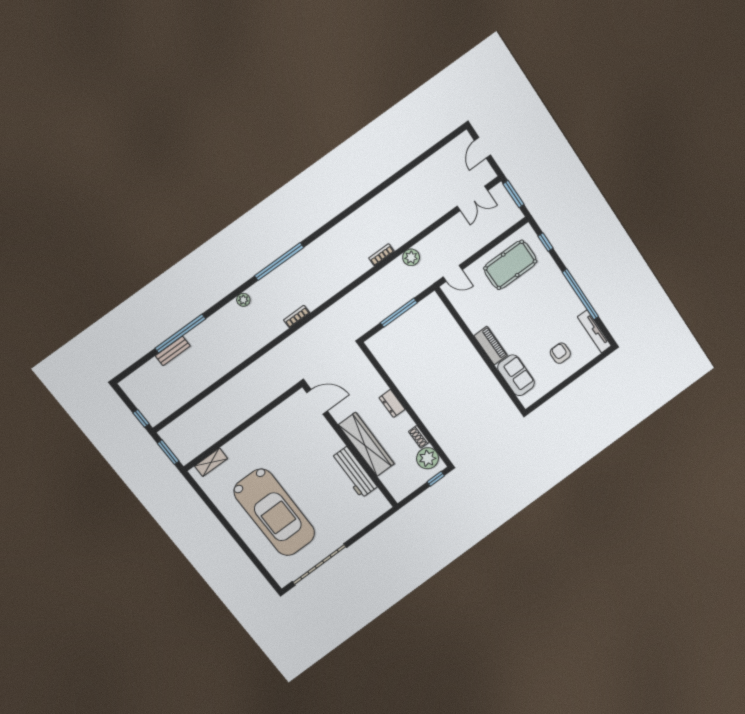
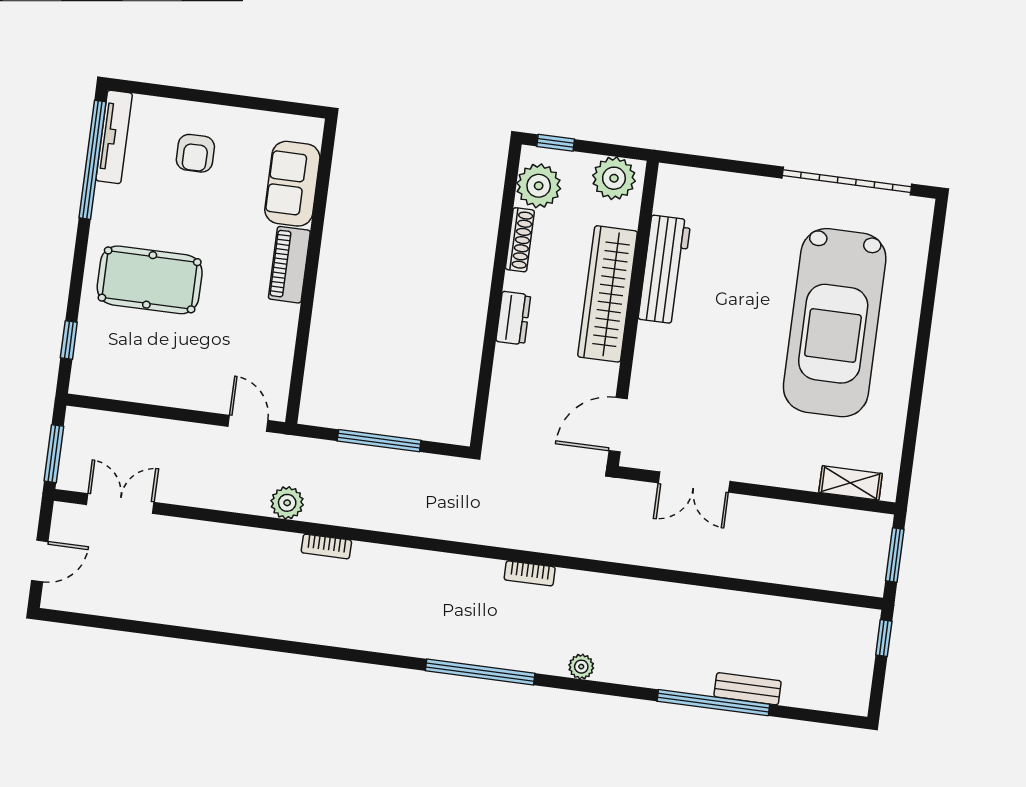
pool table: (510, 265) -> (150, 280), moved
window: (581, 294) -> (93, 160), moved
door: (317, 402) -> (618, 425), hinge flipped
double door: (269, 408) -> (694, 482), added
shoe rack: (419, 437) -> (520, 240), width x1.43
plant: (403, 486) -> (614, 178), added
car: (274, 512) -> (835, 323), turned 180

